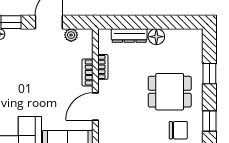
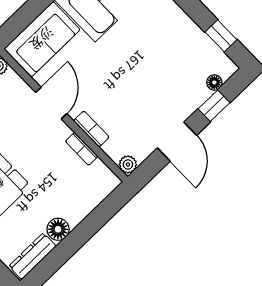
plant: (71, 35) -> (128, 164), moved
dresser: (129, 35) -> (33, 256), moved

